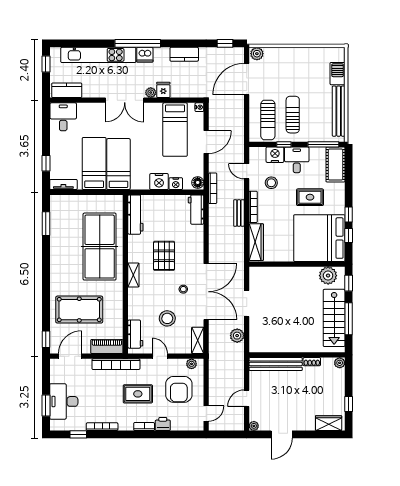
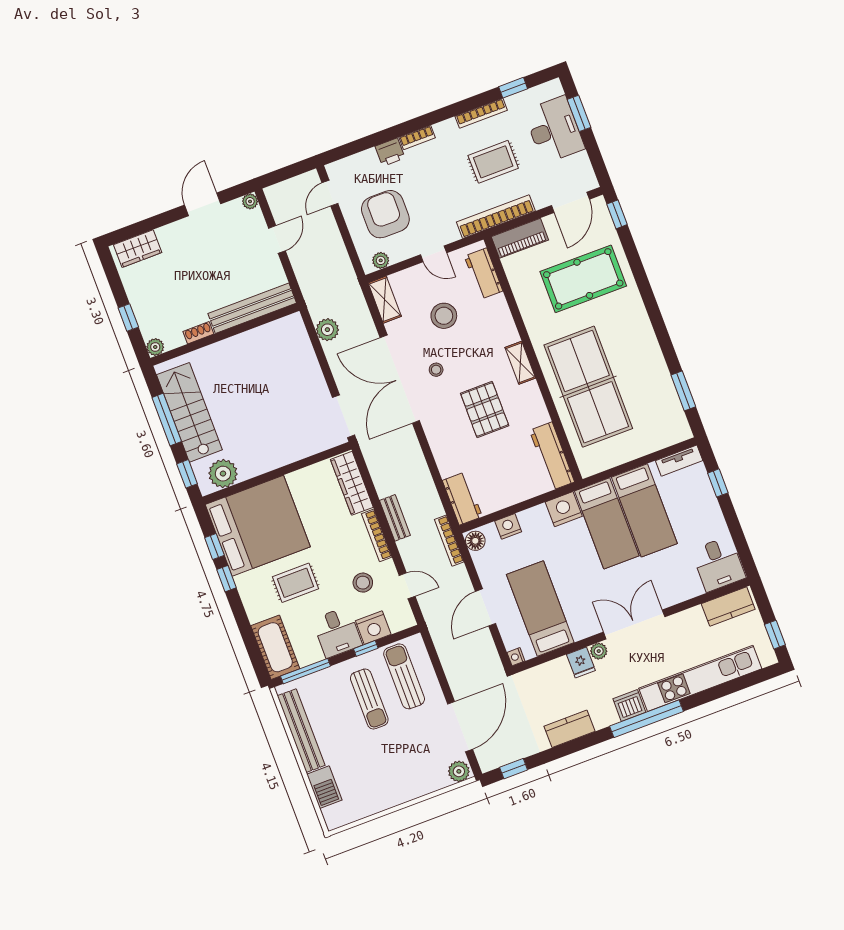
nightstand: (159, 182) -> (564, 509), moved
doorway: (247, 303) -> (343, 416), moved
rug: (138, 394) -> (493, 162), moved
window: (349, 404) -> (128, 318), moved

